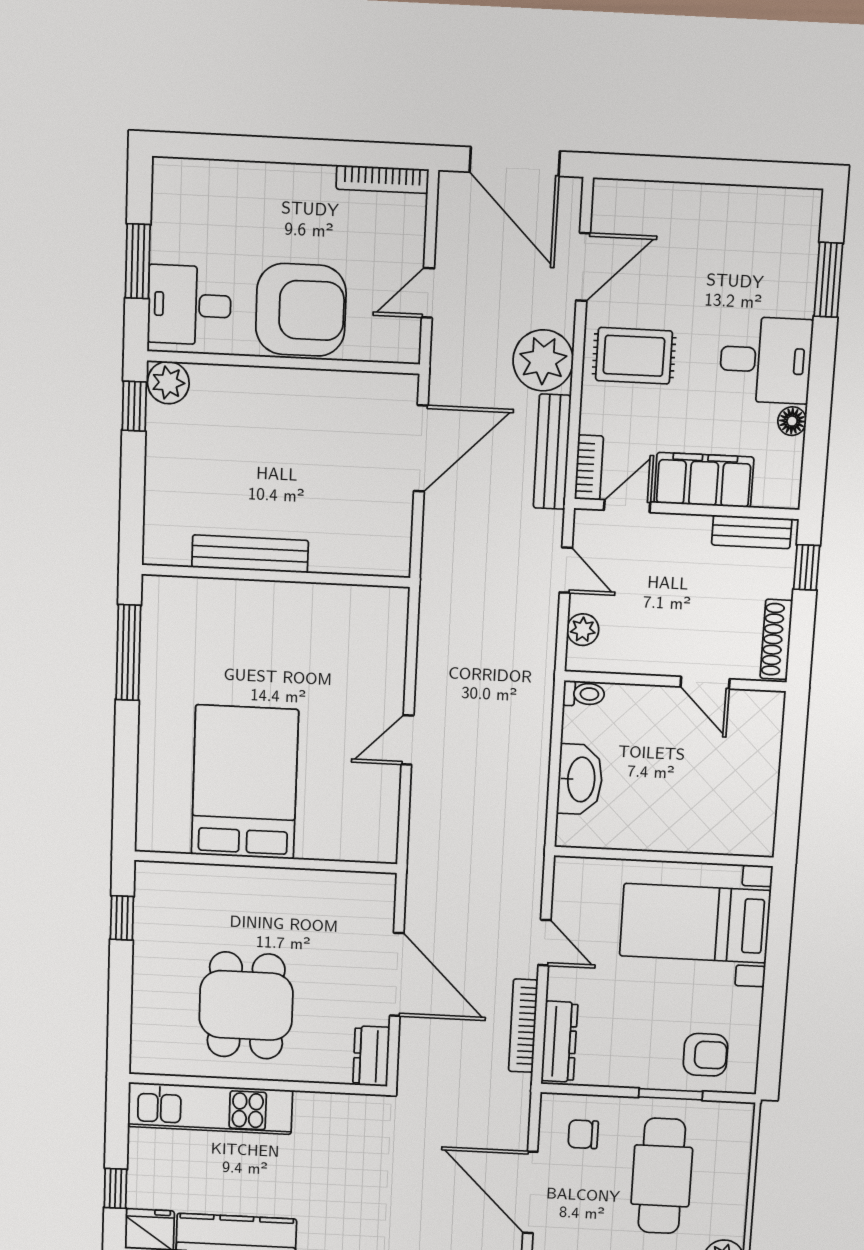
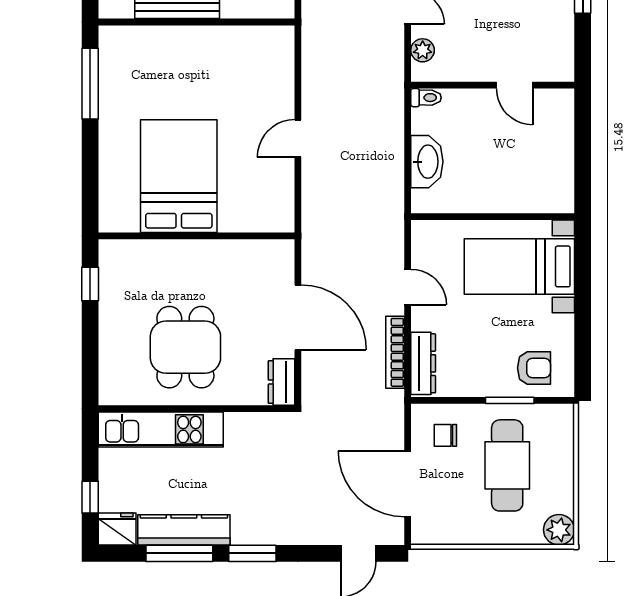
shoe rack: (776, 639) -> (564, 51), removed

